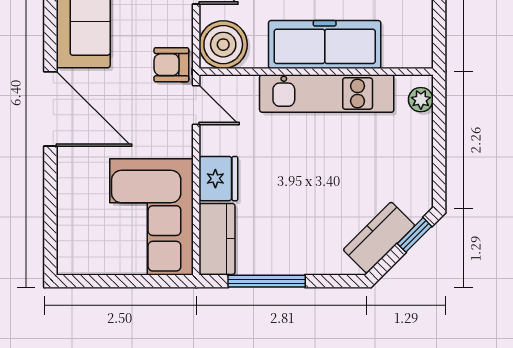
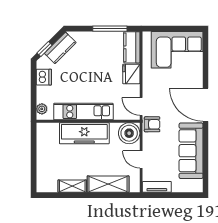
dishwasher: (416, 172) -> (44, 77), added
corner sofa: (152, 217) -> (177, 50), moved, turned 90

